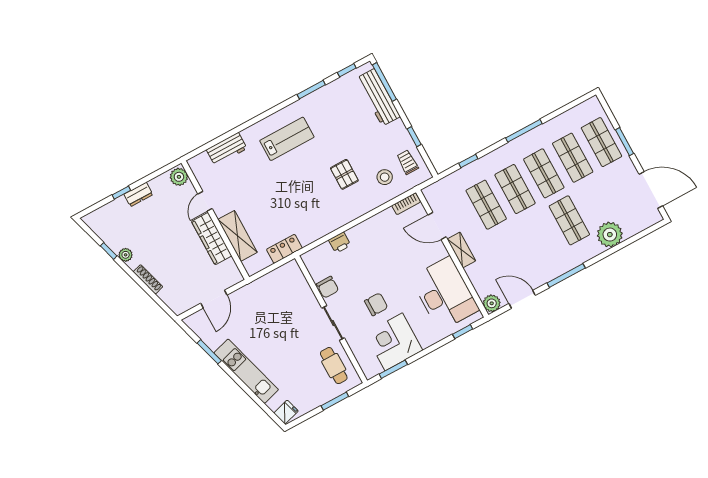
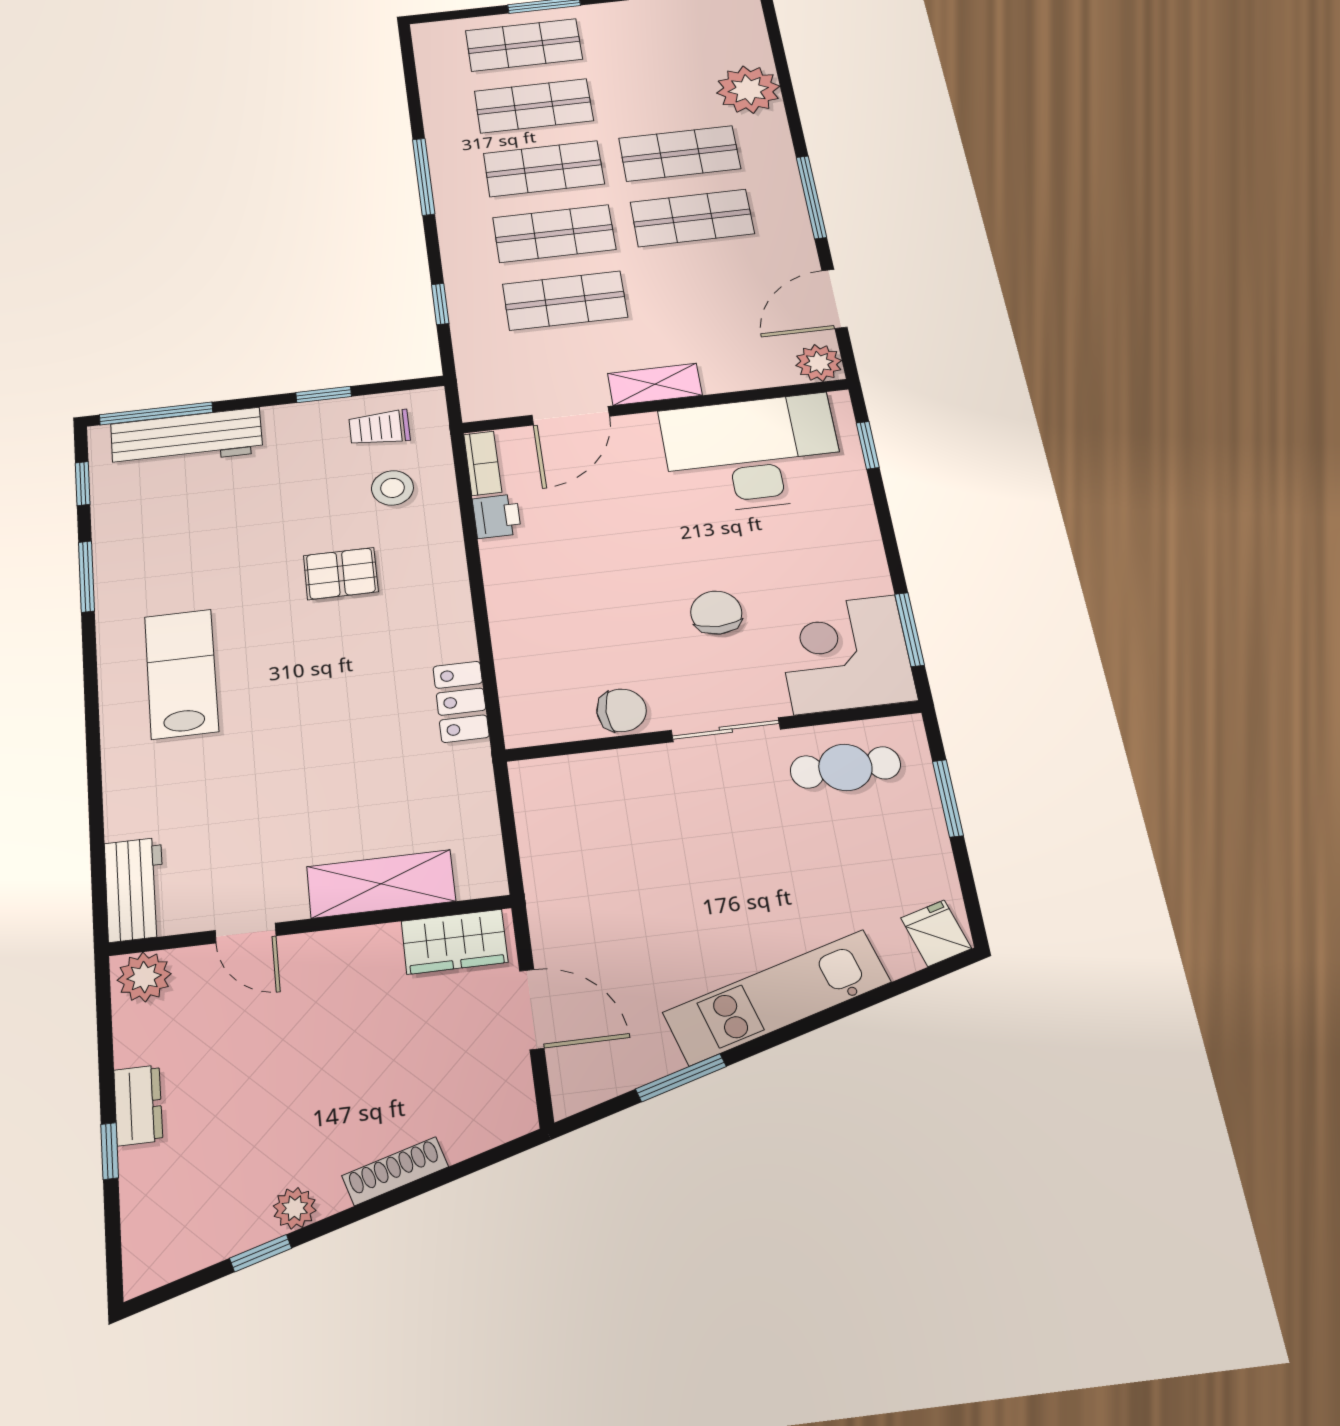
workbench: (227, 149) -> (135, 889), moved
shop shelf: (541, 236) -> (692, 218), added
wardrobe: (212, 239) -> (455, 942), moved, width x0.67
printer: (340, 243) -> (497, 516), moved
locker: (284, 249) -> (461, 702), moved
corner desk: (394, 342) -> (845, 654), moved, turned 90

